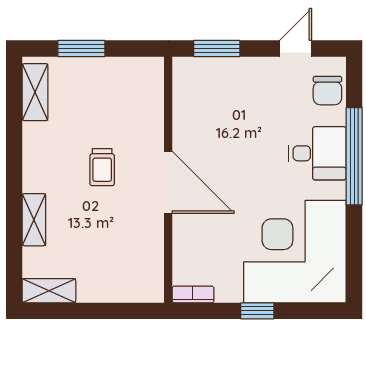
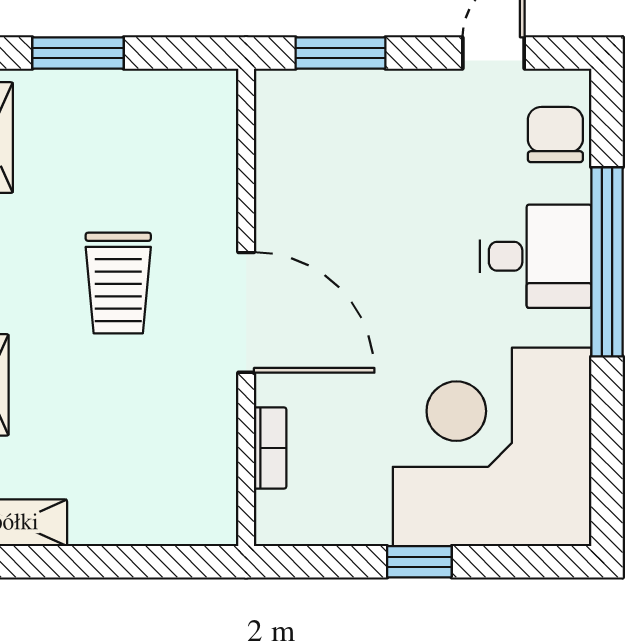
chair: (327, 91) -> (555, 135), turned 180
trolley: (102, 167) -> (118, 283), width x1.36, depth x1.39
bookcase: (193, 294) -> (270, 448), moved, turned 90

